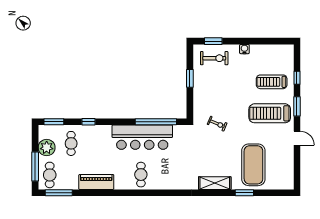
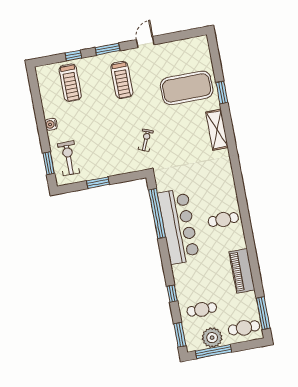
treadmill: (272, 82) -> (70, 83), moved
treadmill: (270, 113) -> (122, 80), width x0.73, depth x0.73
window: (35, 167) -> (214, 352), moved

